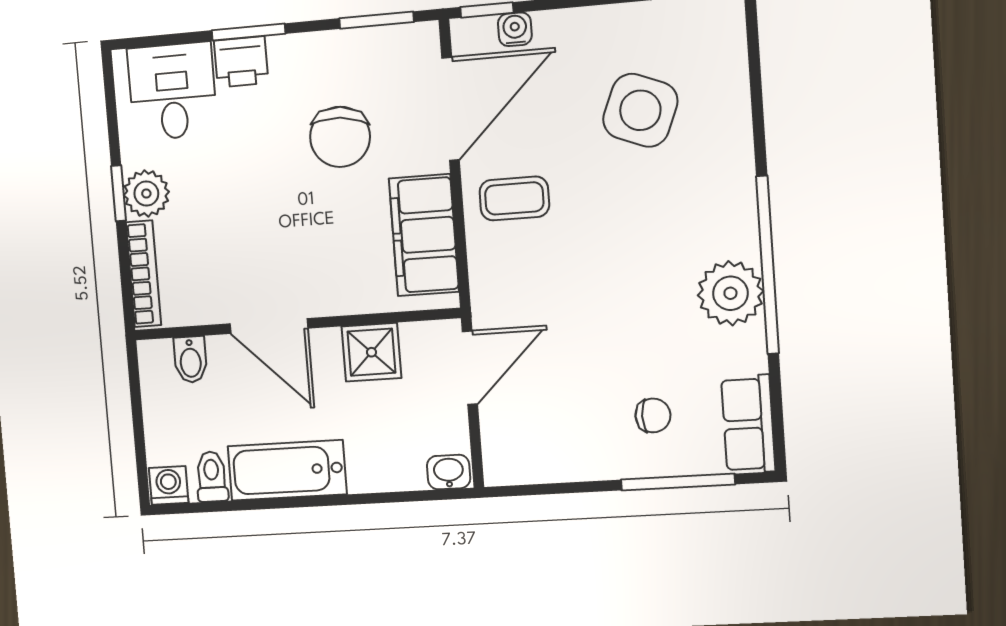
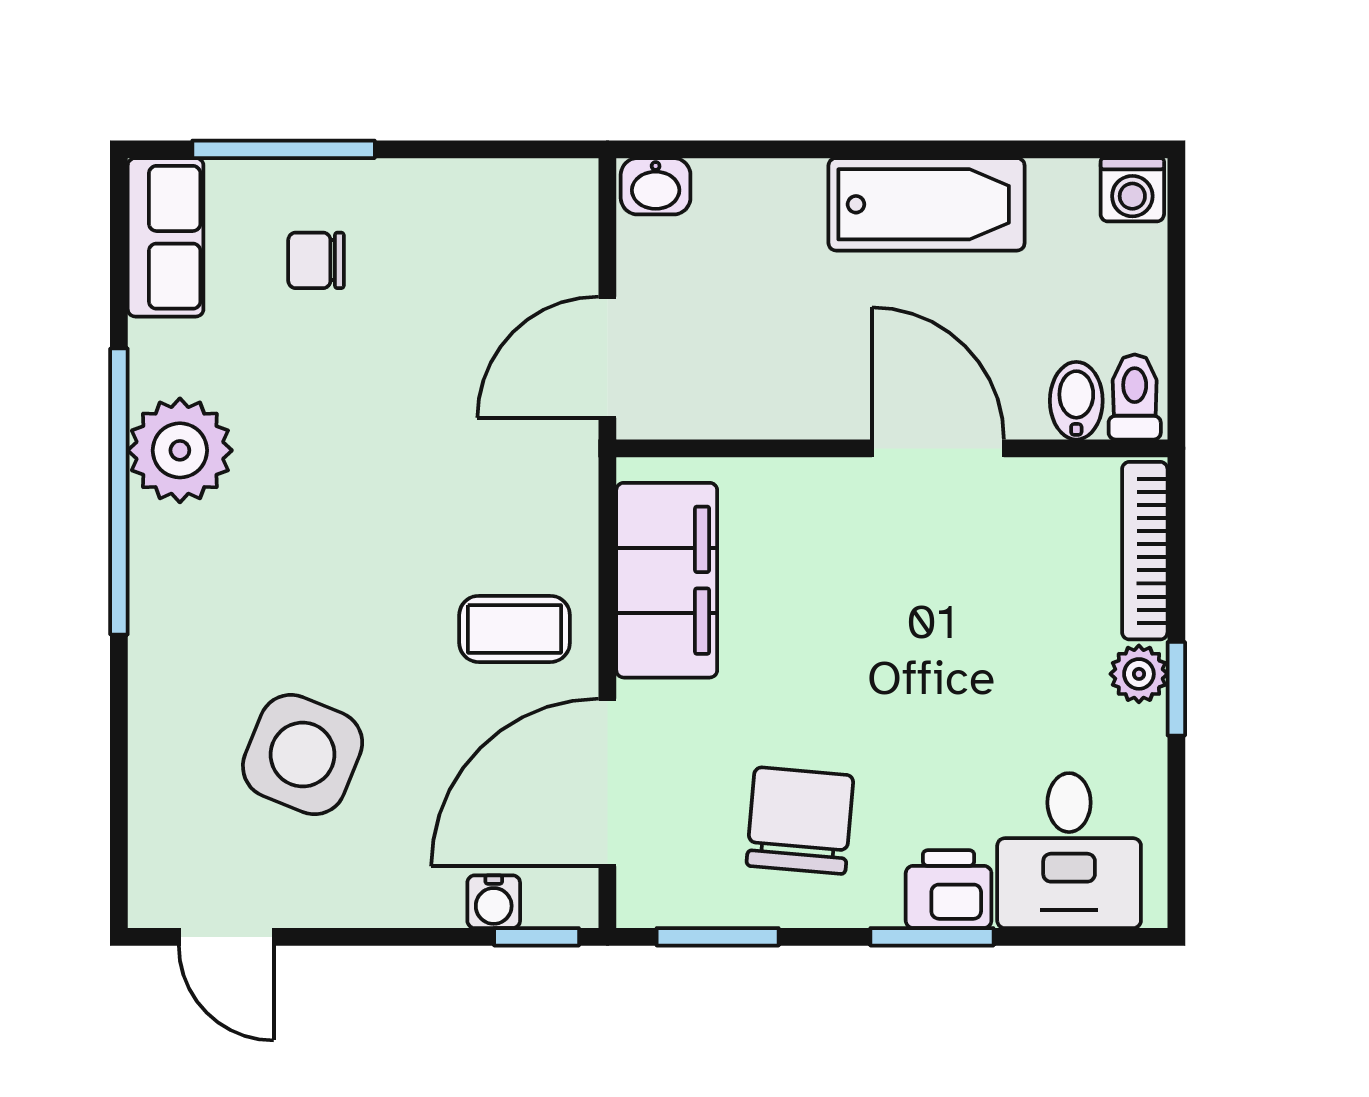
chair: (340, 137) -> (800, 821), moved
plant: (146, 193) -> (1139, 674), width x0.73, depth x0.73
shower: (371, 352) -> (769, 393), removed
toilet: (212, 477) -> (1135, 397), moved, turned 180

